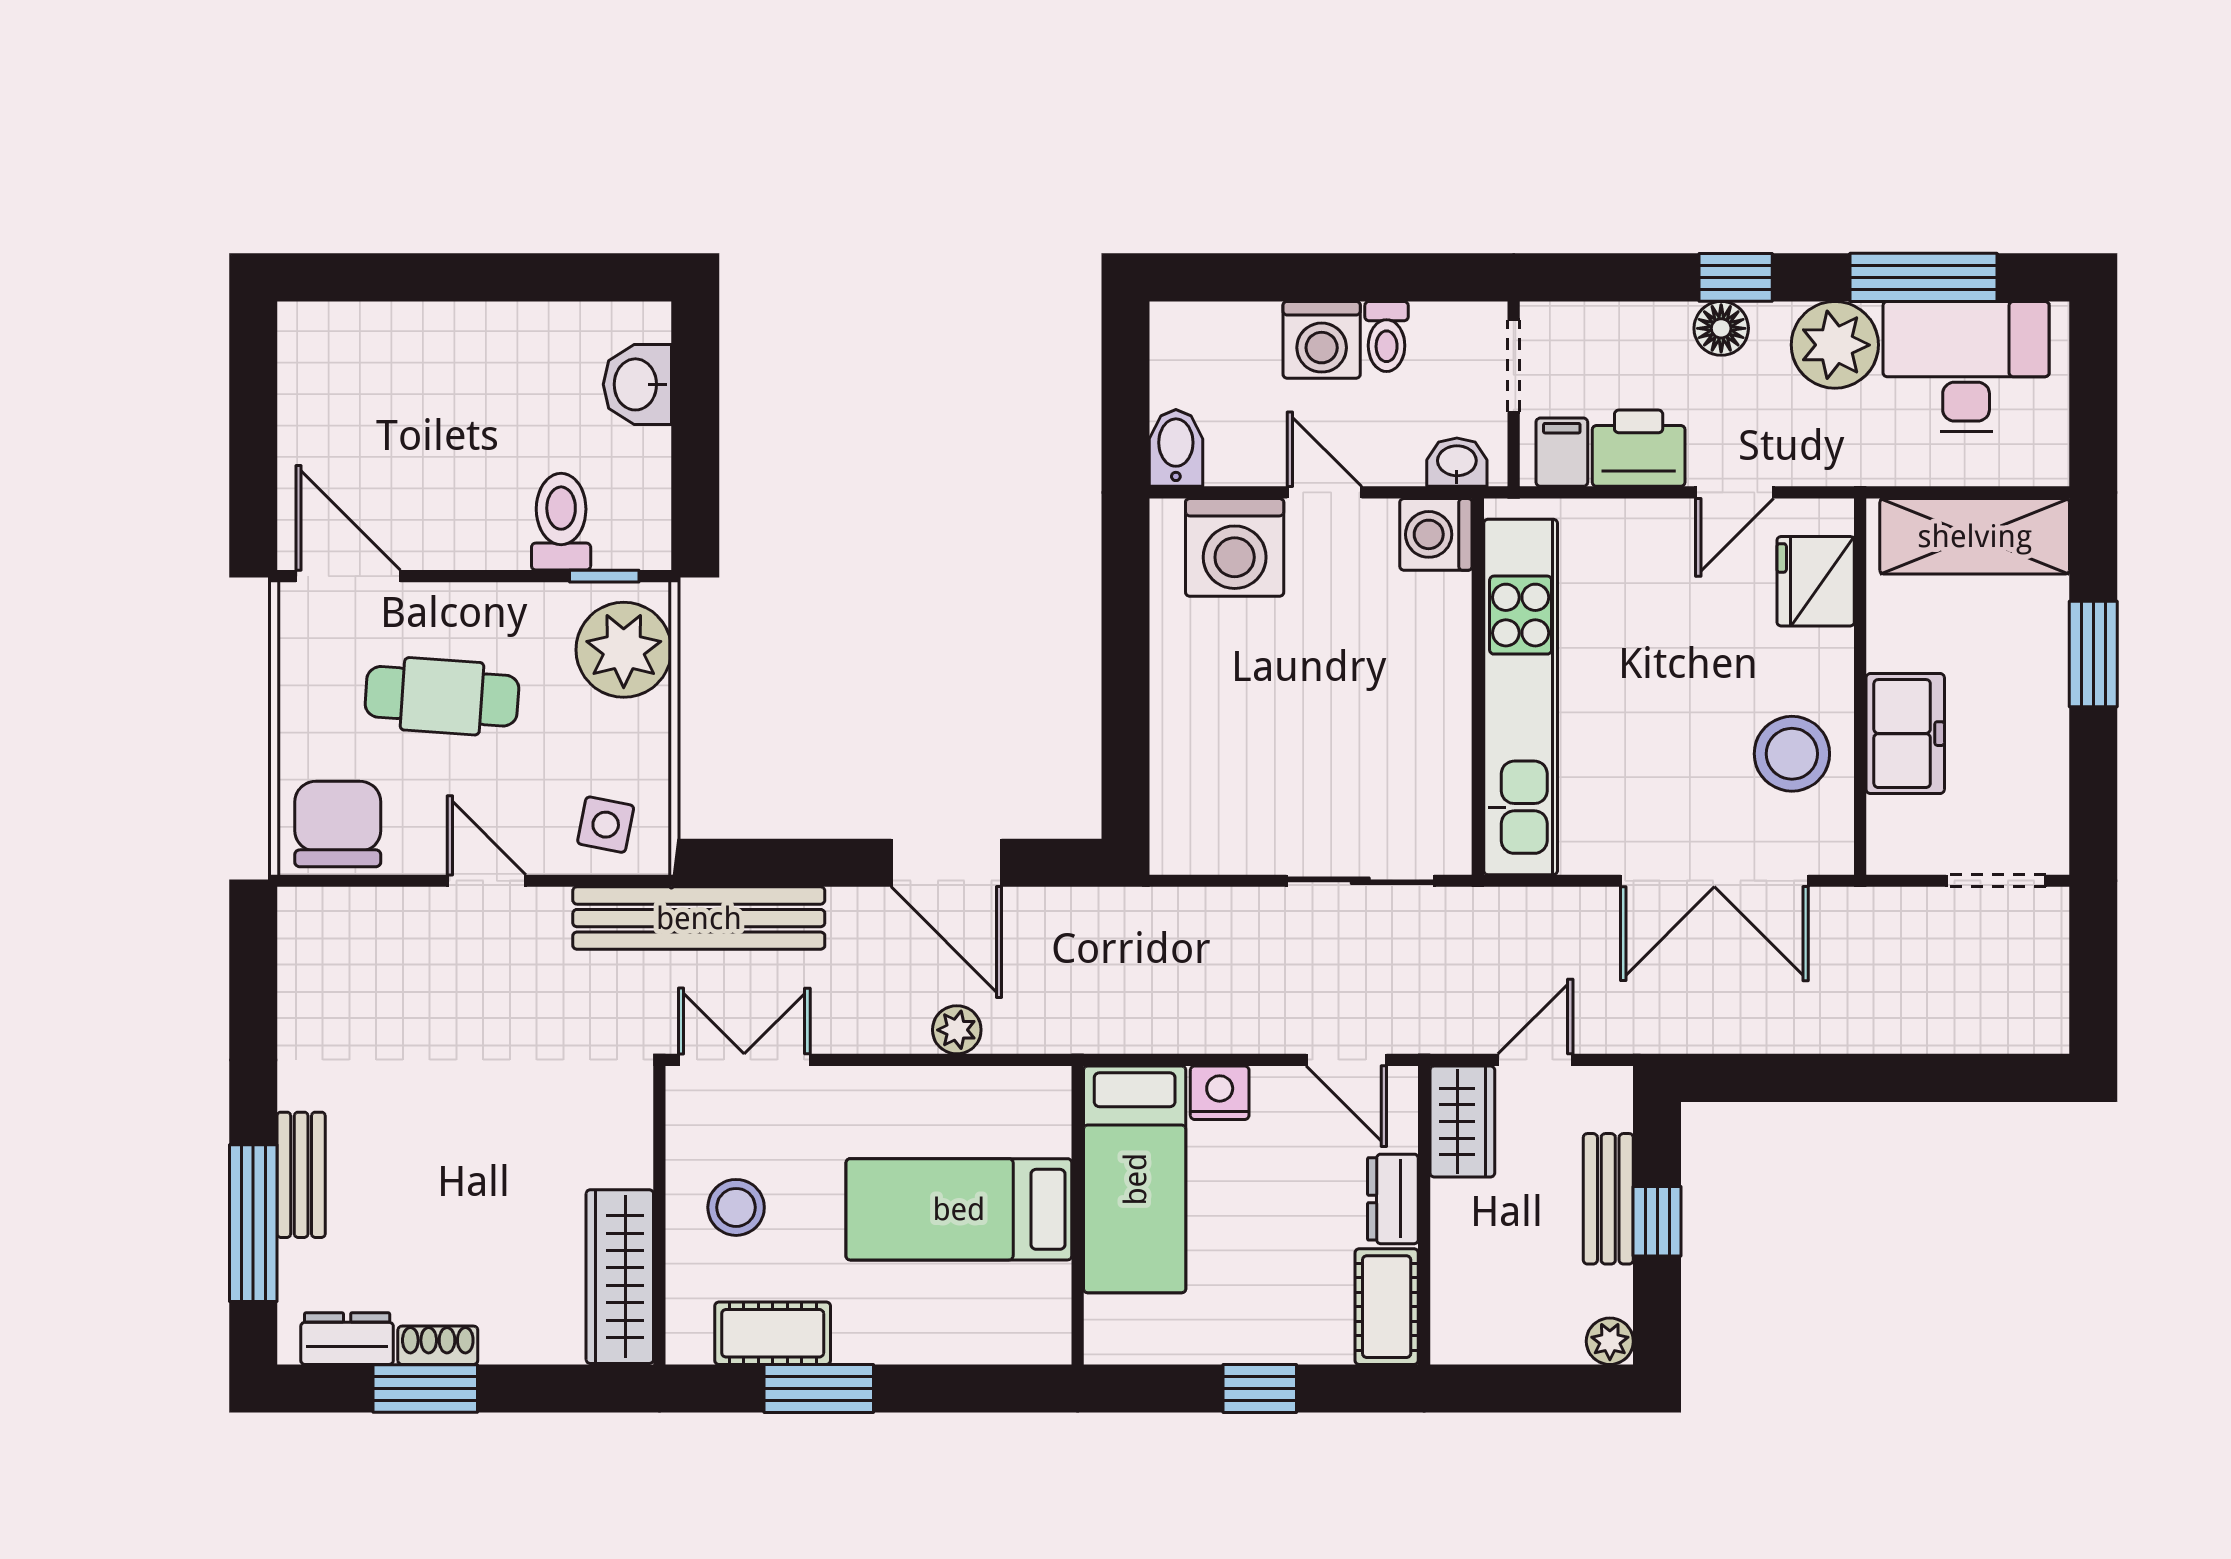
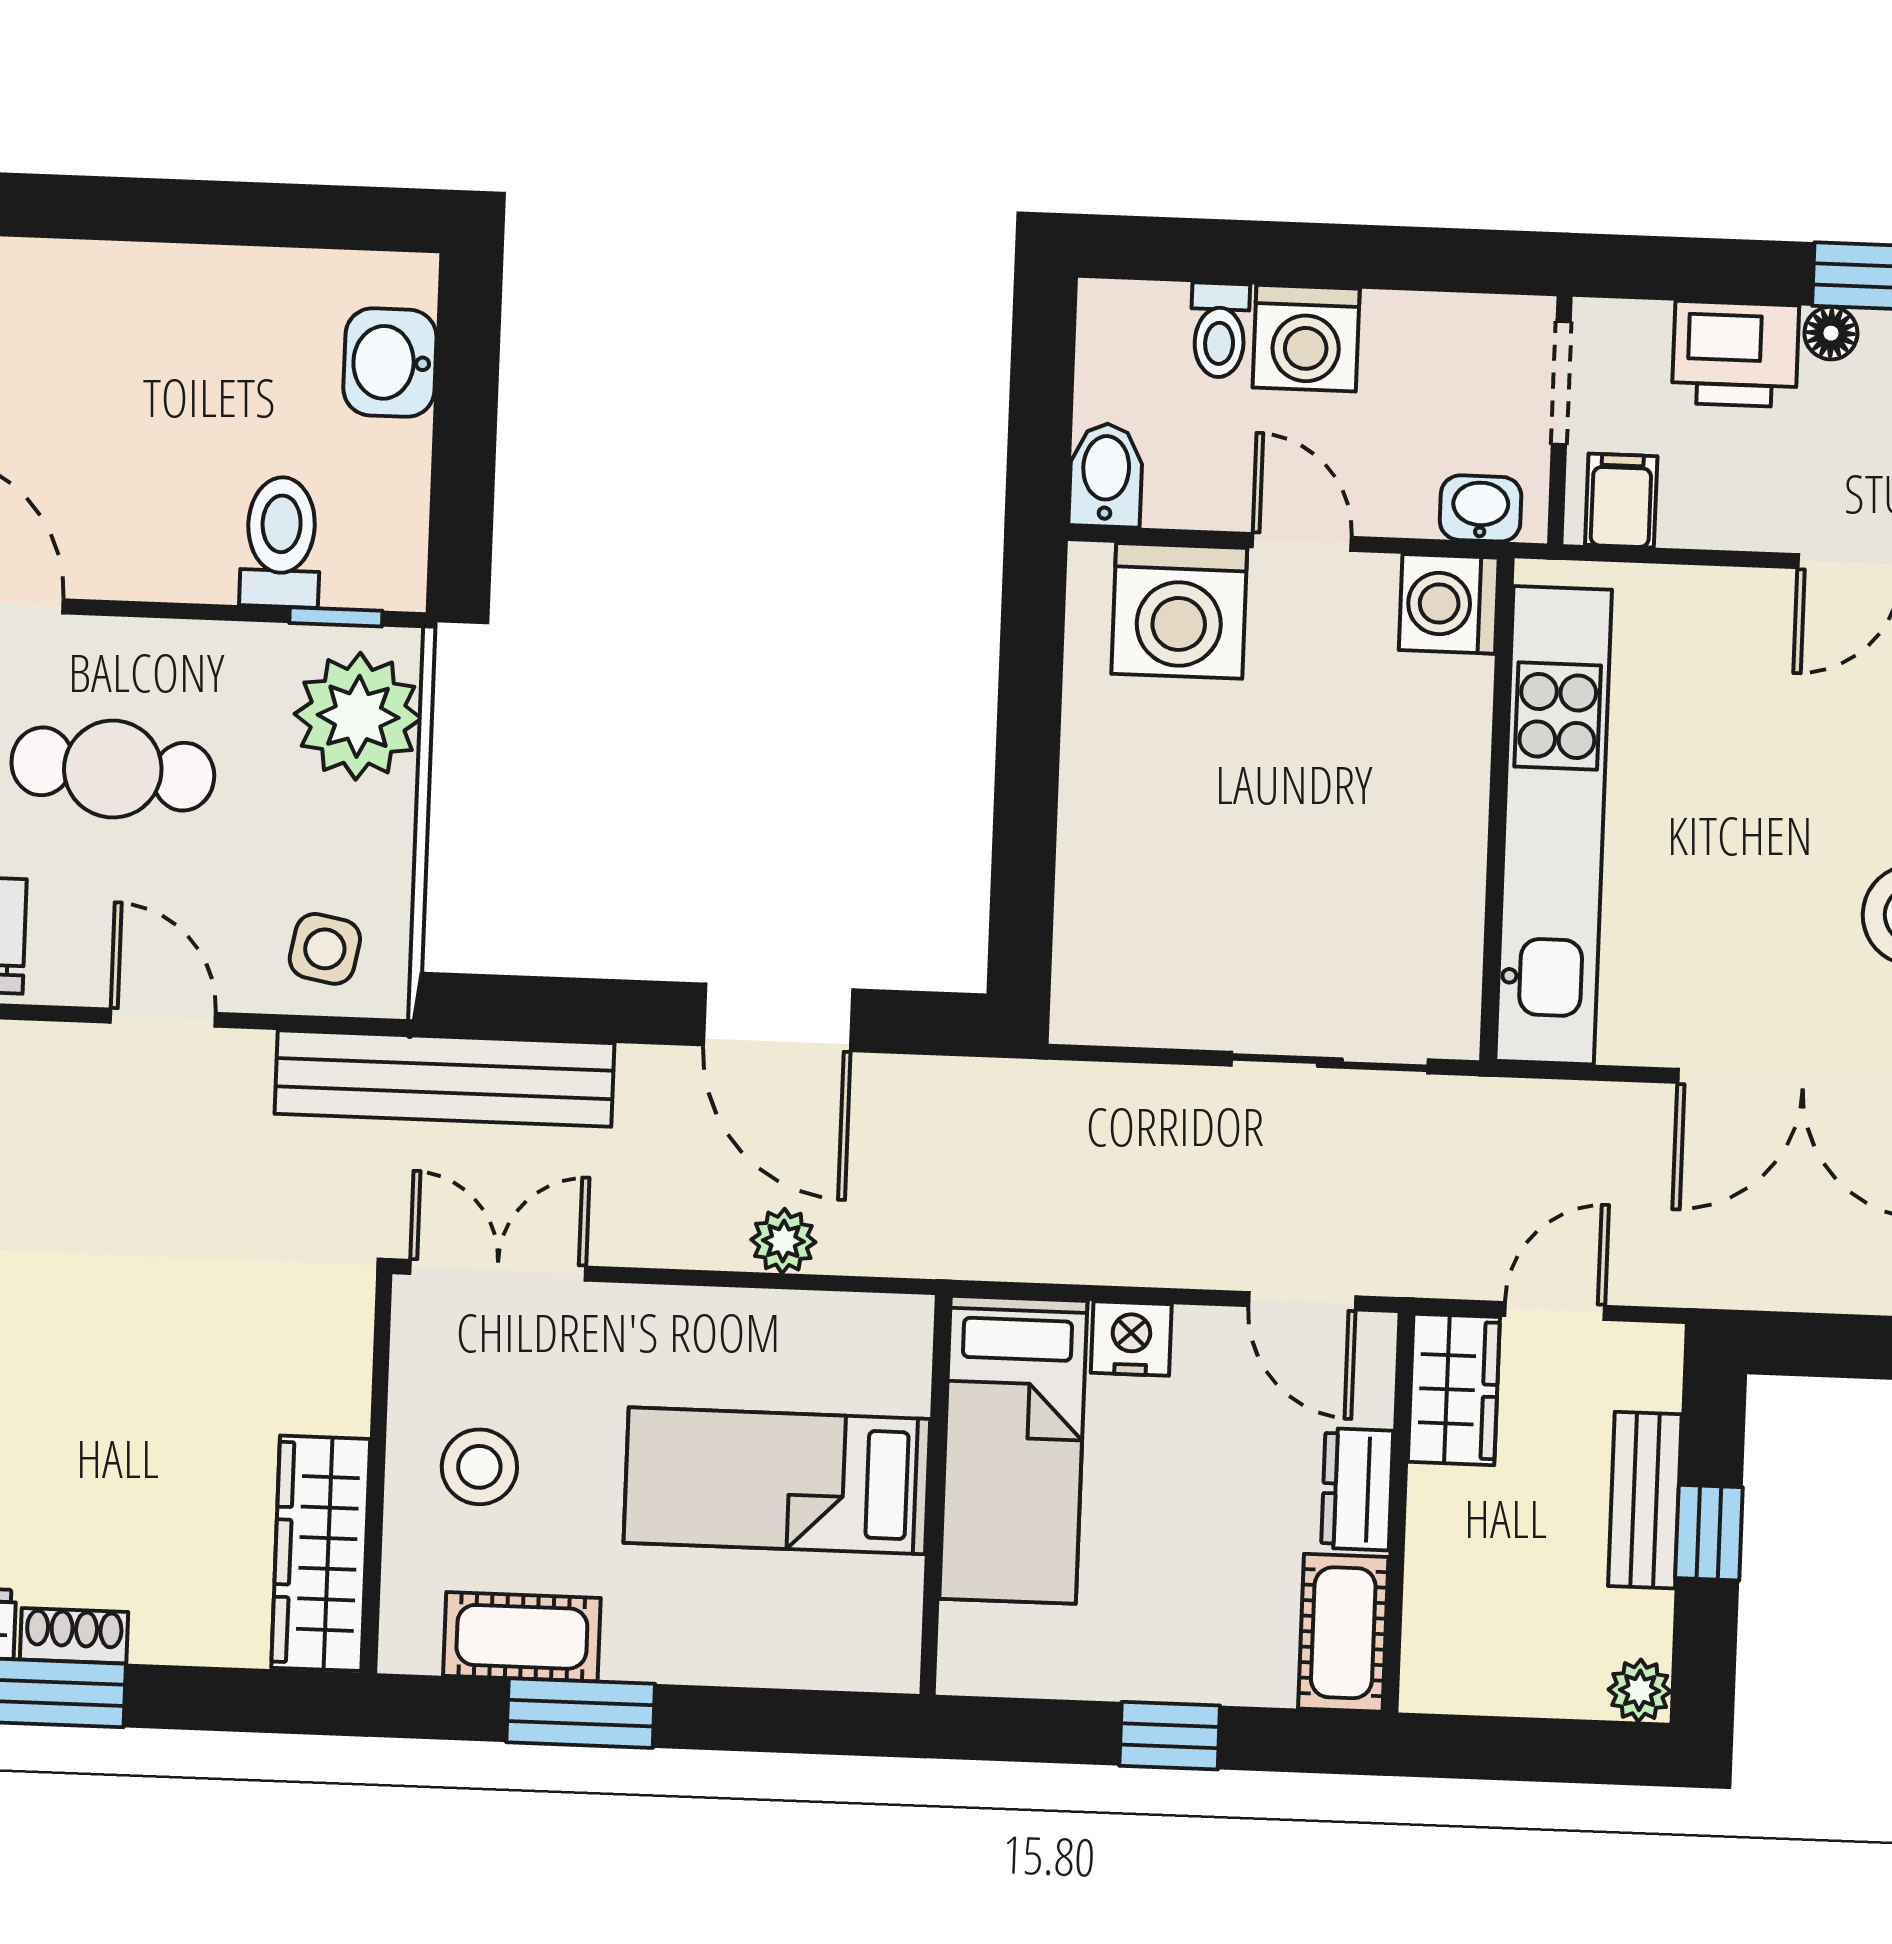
floor lamp: (1721, 328) -> (1831, 333), width x0.73, depth x0.73
toilet: (1387, 336) -> (1220, 330), moved
printer: (1639, 448) -> (1735, 354), moved, turned 180

